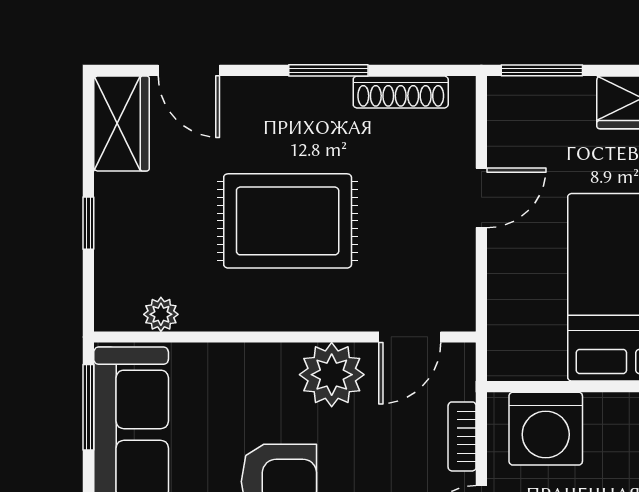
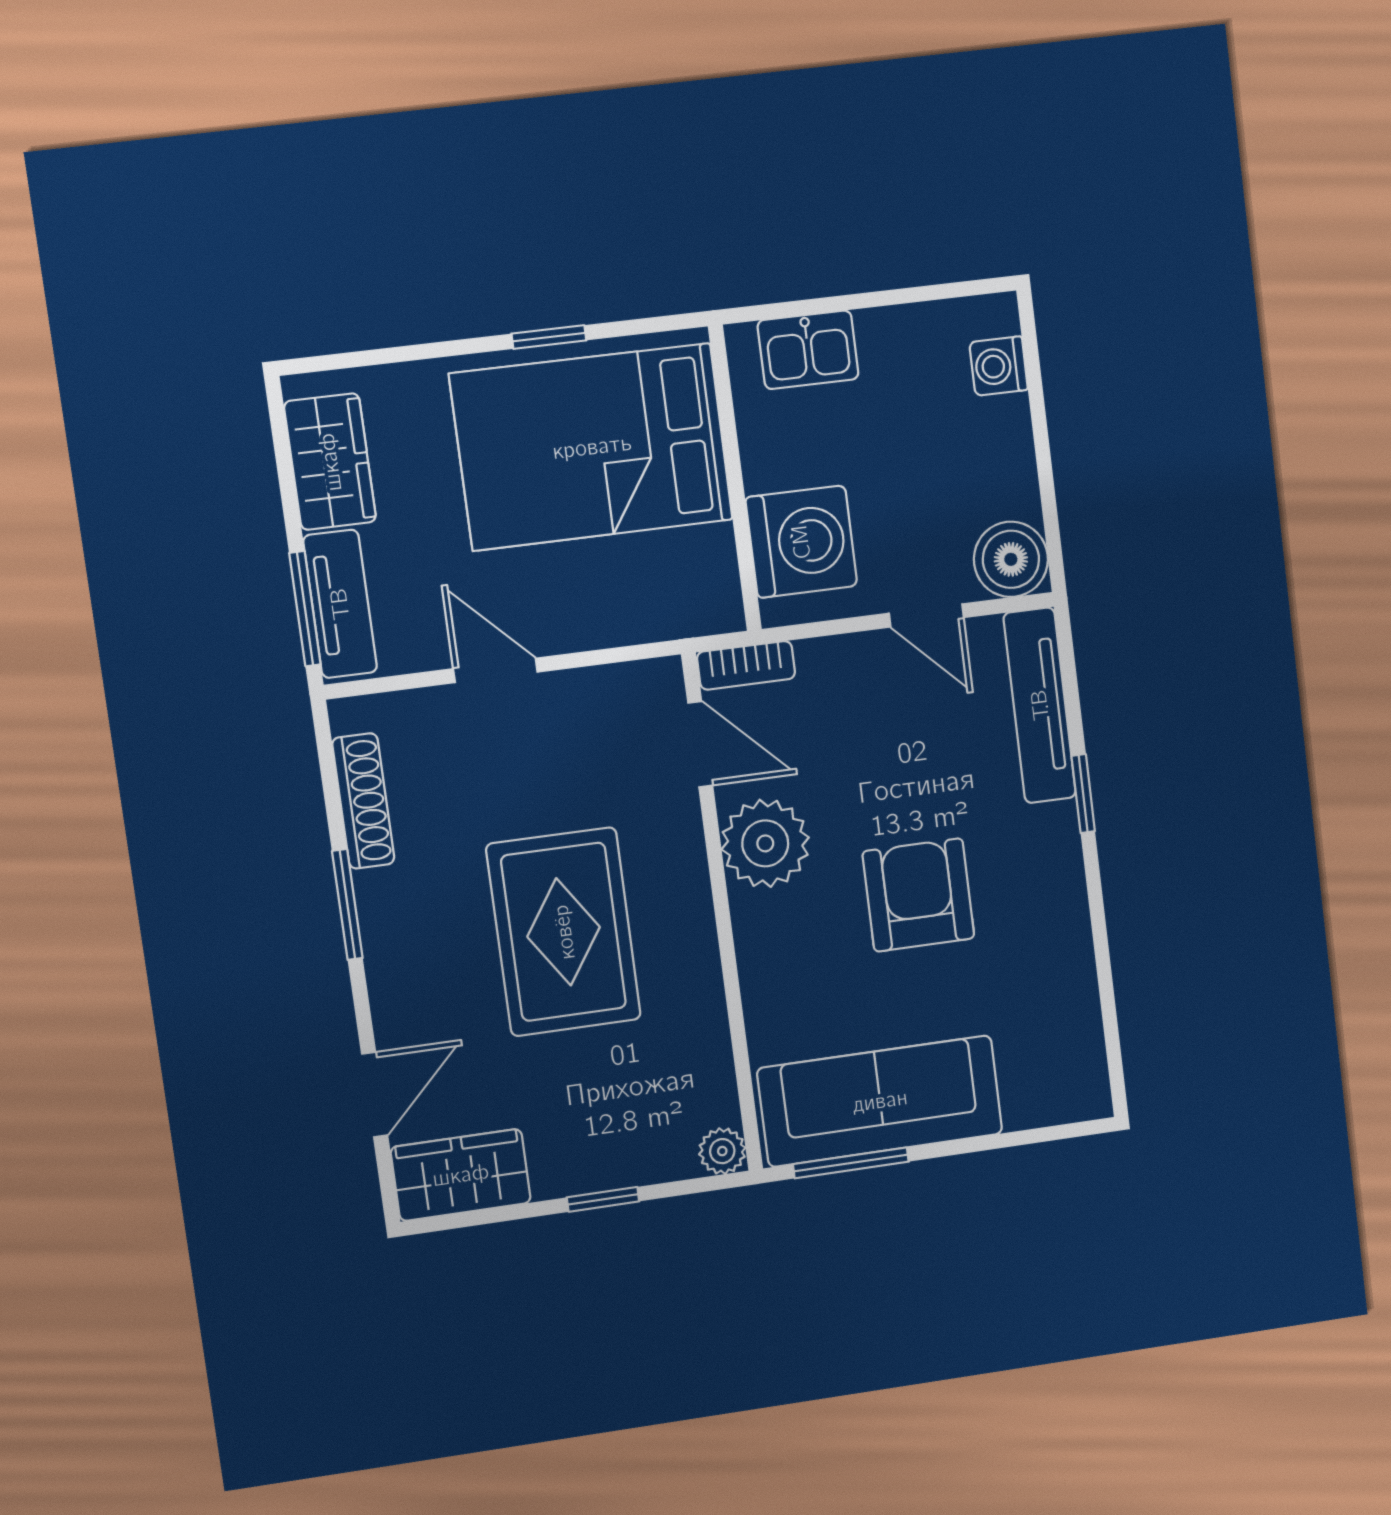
tv unit: (542, 95) -> (340, 604), added
plant: (161, 314) -> (722, 1151), moved
bookcase: (462, 436) -> (746, 665), moved

